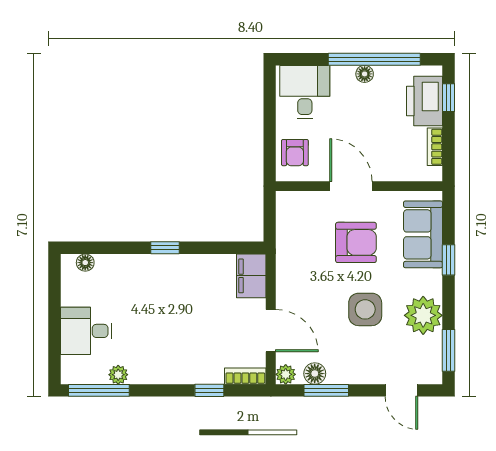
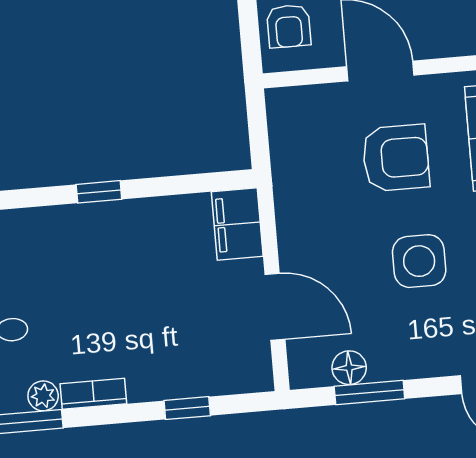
plant: (286, 374) -> (304, 373), removed
bookcase: (245, 376) -> (93, 394), moved

